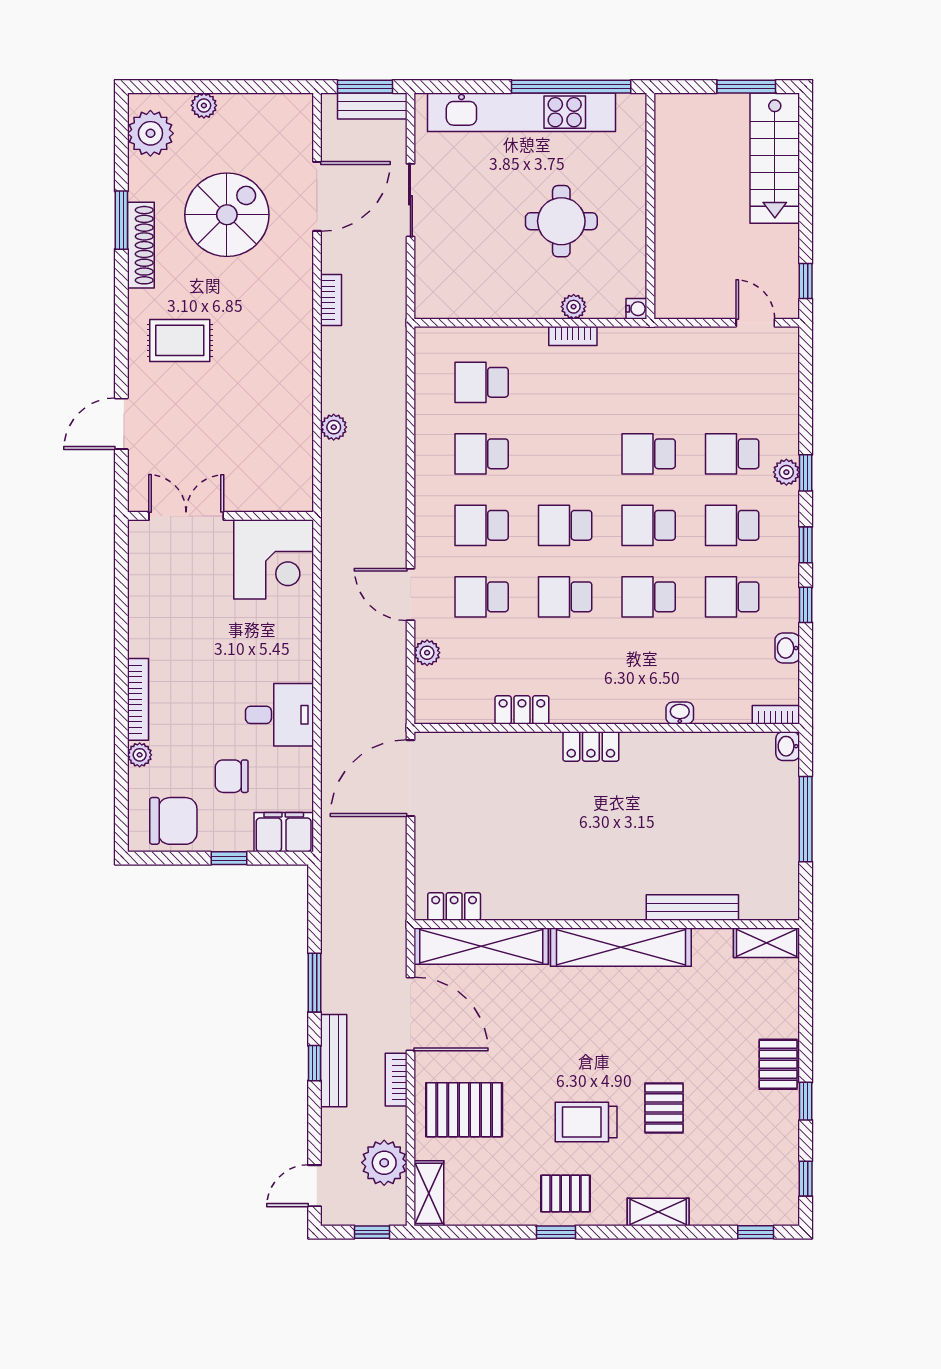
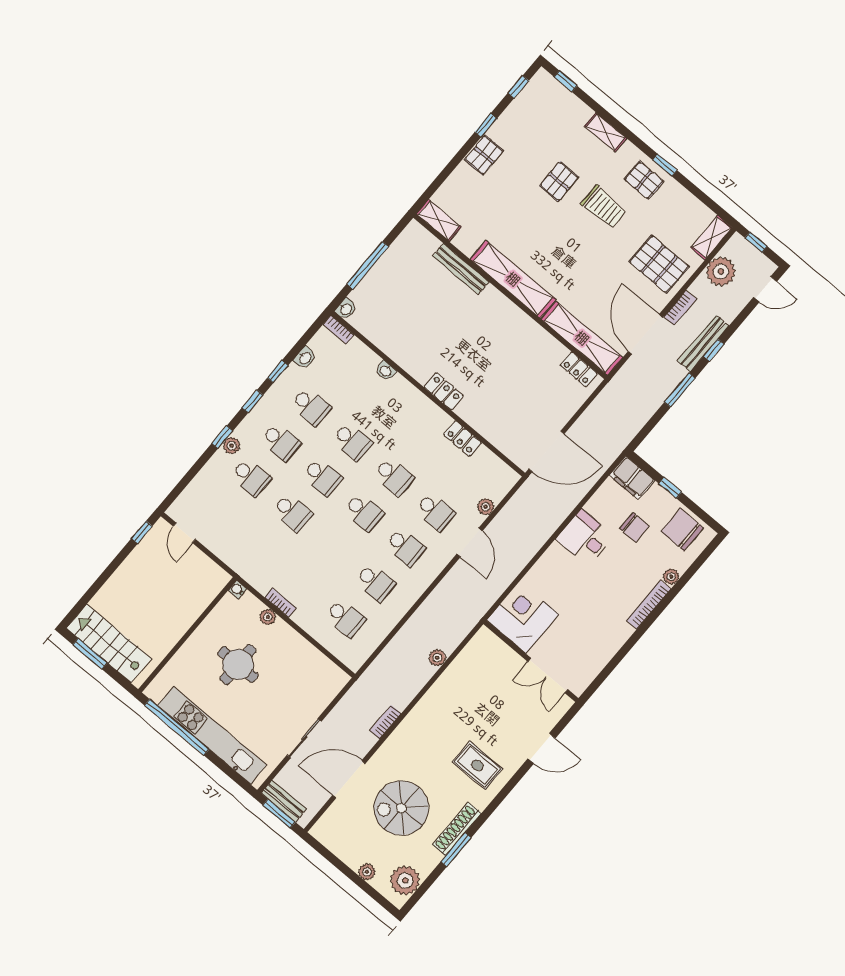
stairs: (775, 158) -> (109, 644), moved, turned -90

